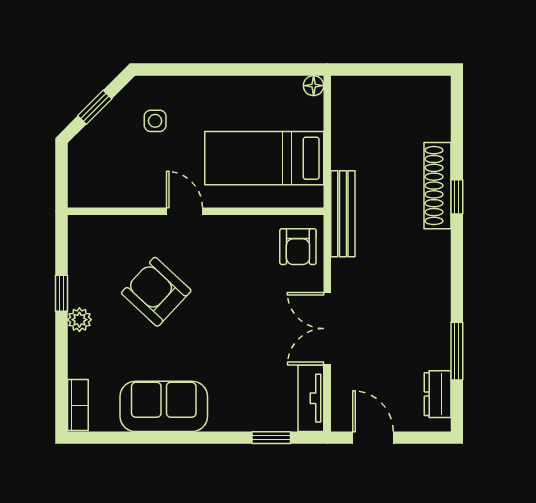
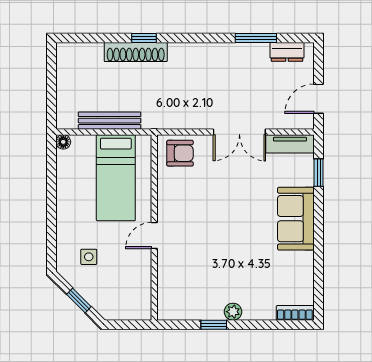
bench: (343, 214) -> (109, 121), moved
armchair: (156, 292) -> (213, 256), removed
sofa: (164, 406) -> (296, 219), moved

